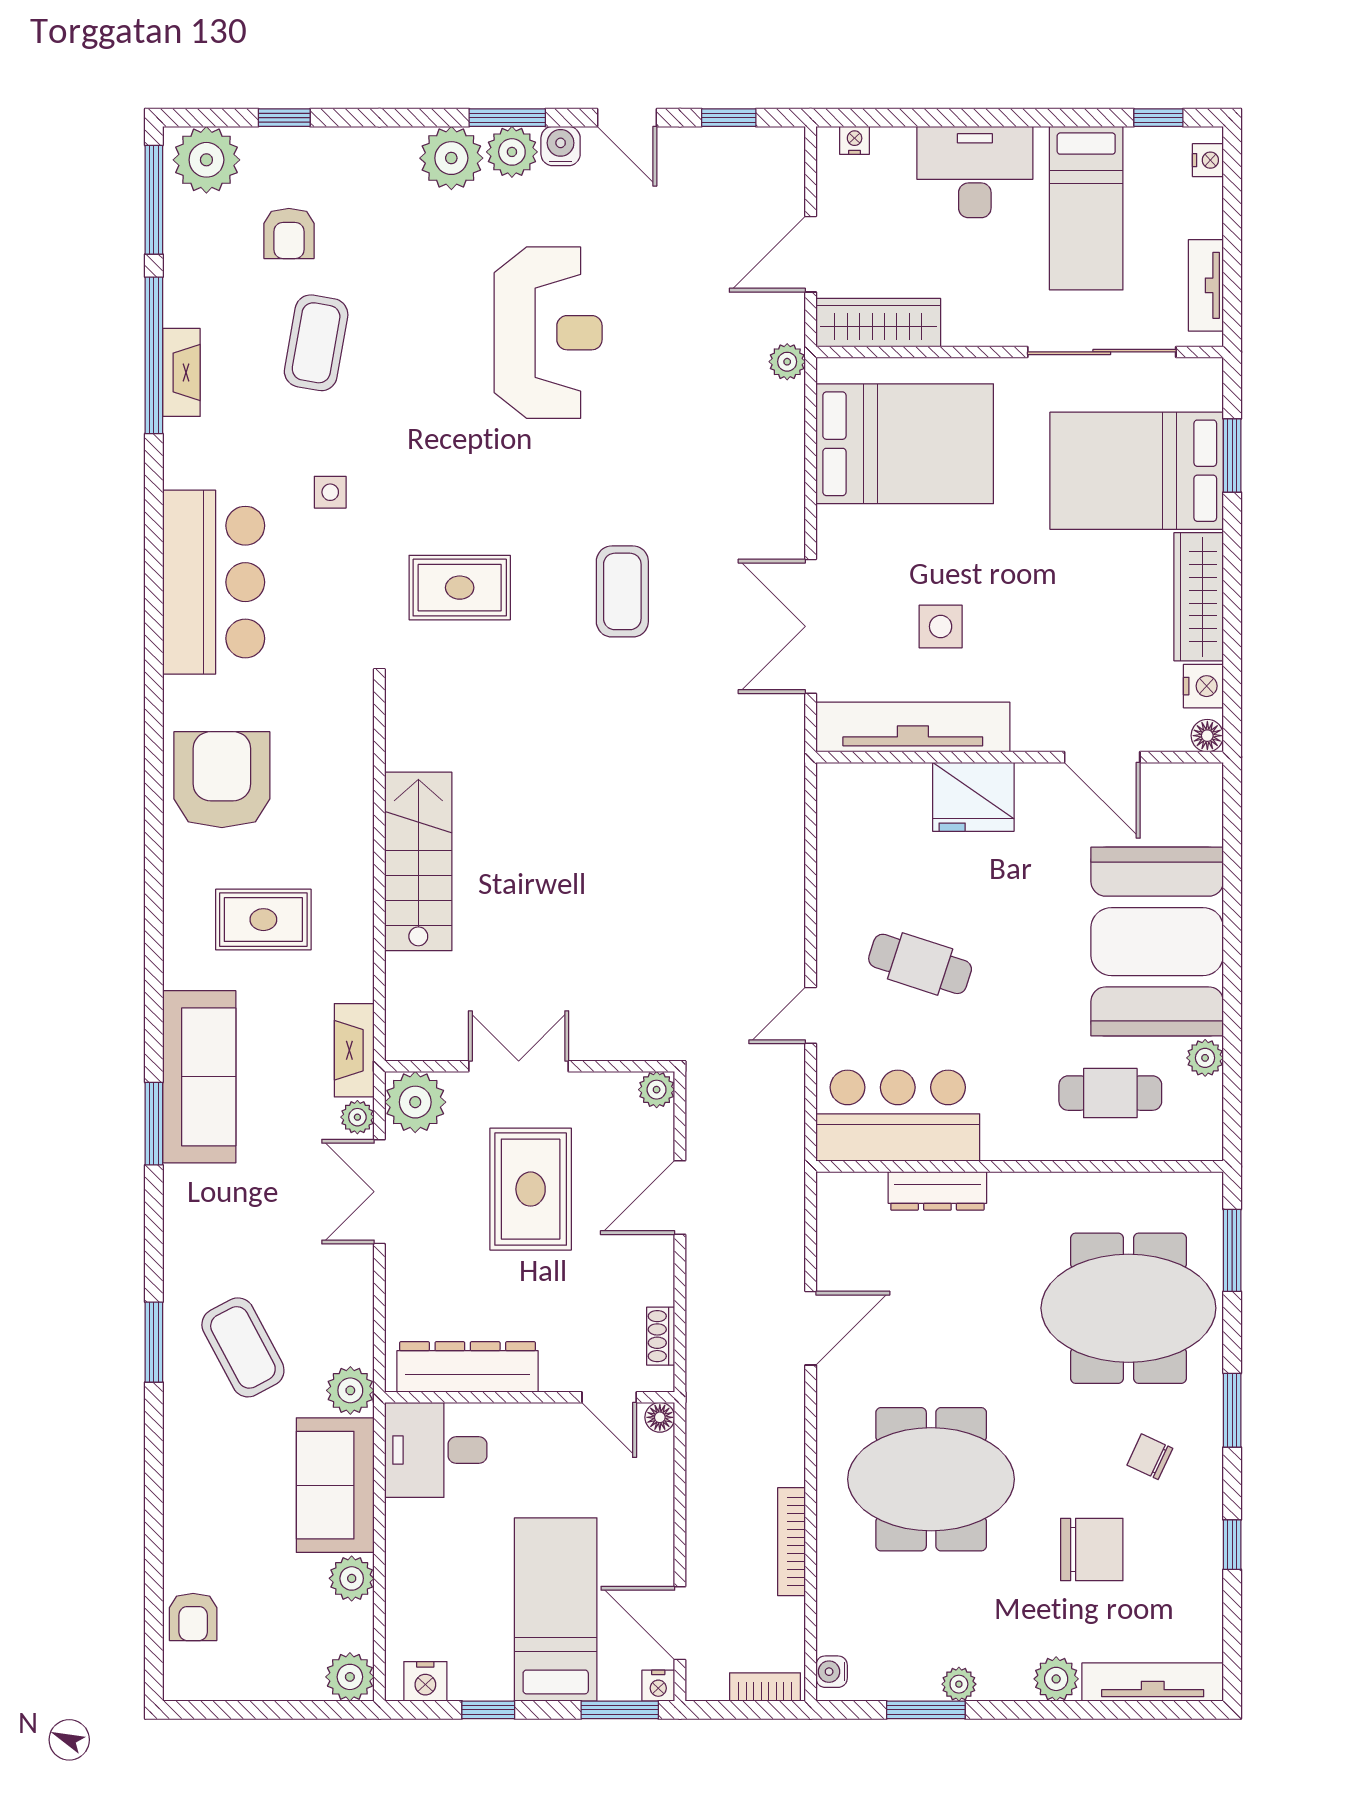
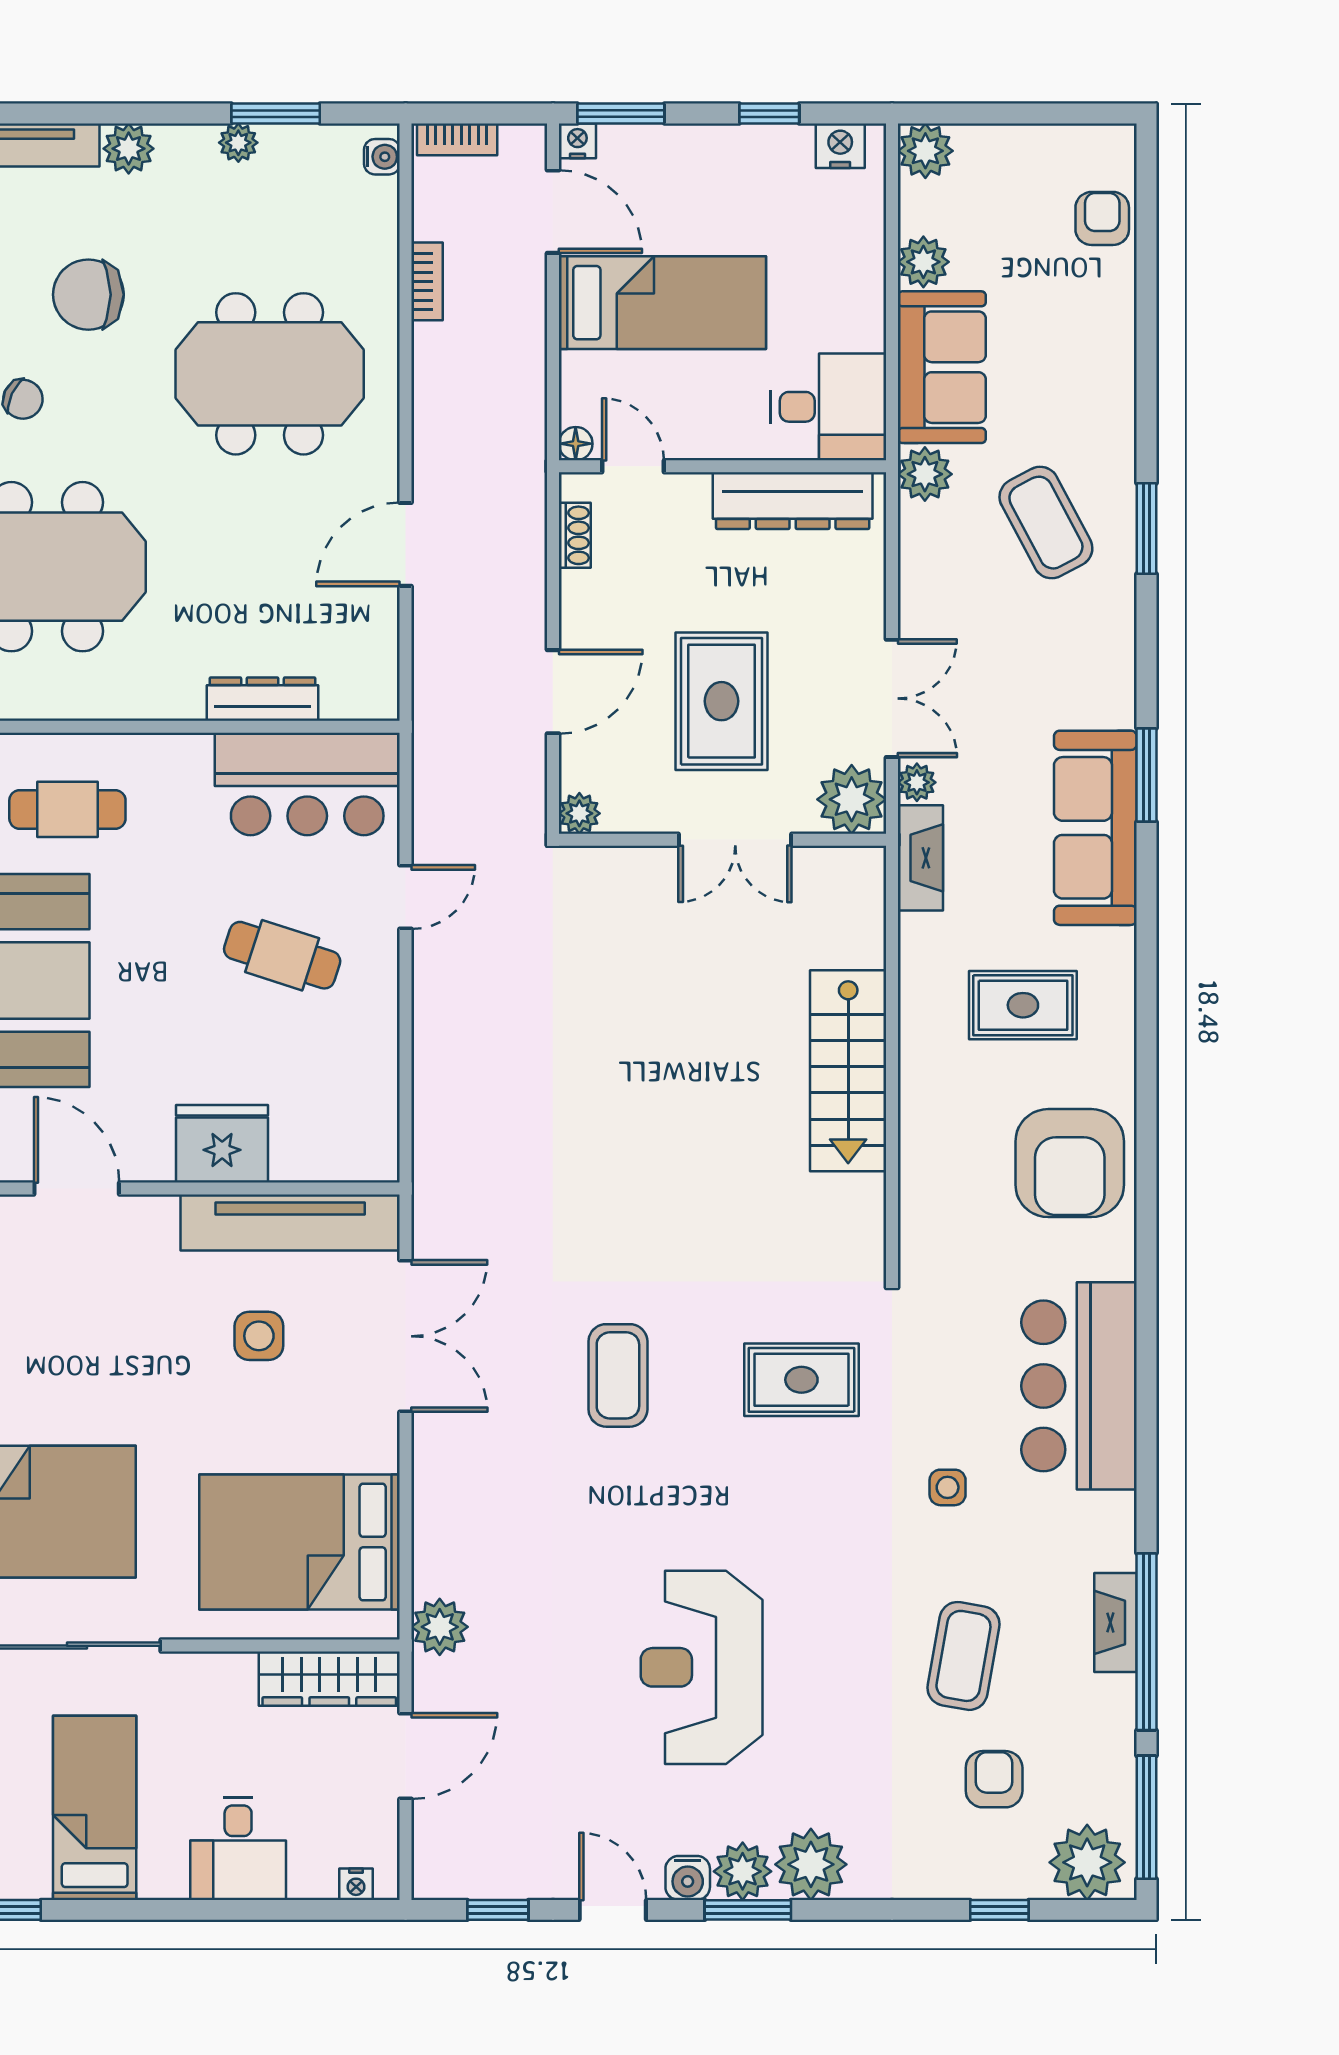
desk: (975, 172) -> (238, 1849), width x0.73
plant: (787, 362) -> (440, 1627), width x1.38, depth x1.38
bookcase: (792, 1542) -> (427, 281), width x0.64
bed: (556, 1609) -> (662, 303), moved, turned -90

